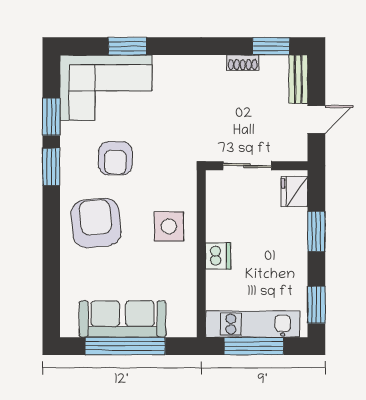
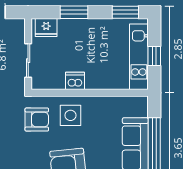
armchair: (115, 158) -> (37, 120), moved
dishwasher: (218, 256) -> (75, 81), moved
window: (254, 346) -> (154, 56), width x0.46

